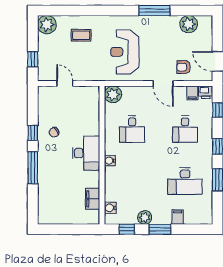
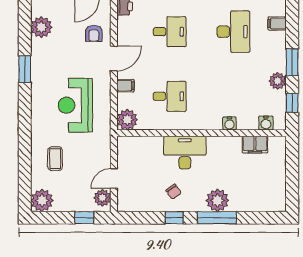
window: (154, 11) -> (25, 69), width x0.69
reception desk: (125, 52) -> (75, 105), turned 90
plant: (49, 74) -> (102, 198), added
filing cabinet: (192, 93) -> (125, 86), moved
desk: (86, 153) -> (185, 153), moved
water cooler: (110, 161) -> (229, 123), moved
plant: (47, 168) -> (217, 200), added
filing cabinet: (178, 217) -> (277, 23), moved

